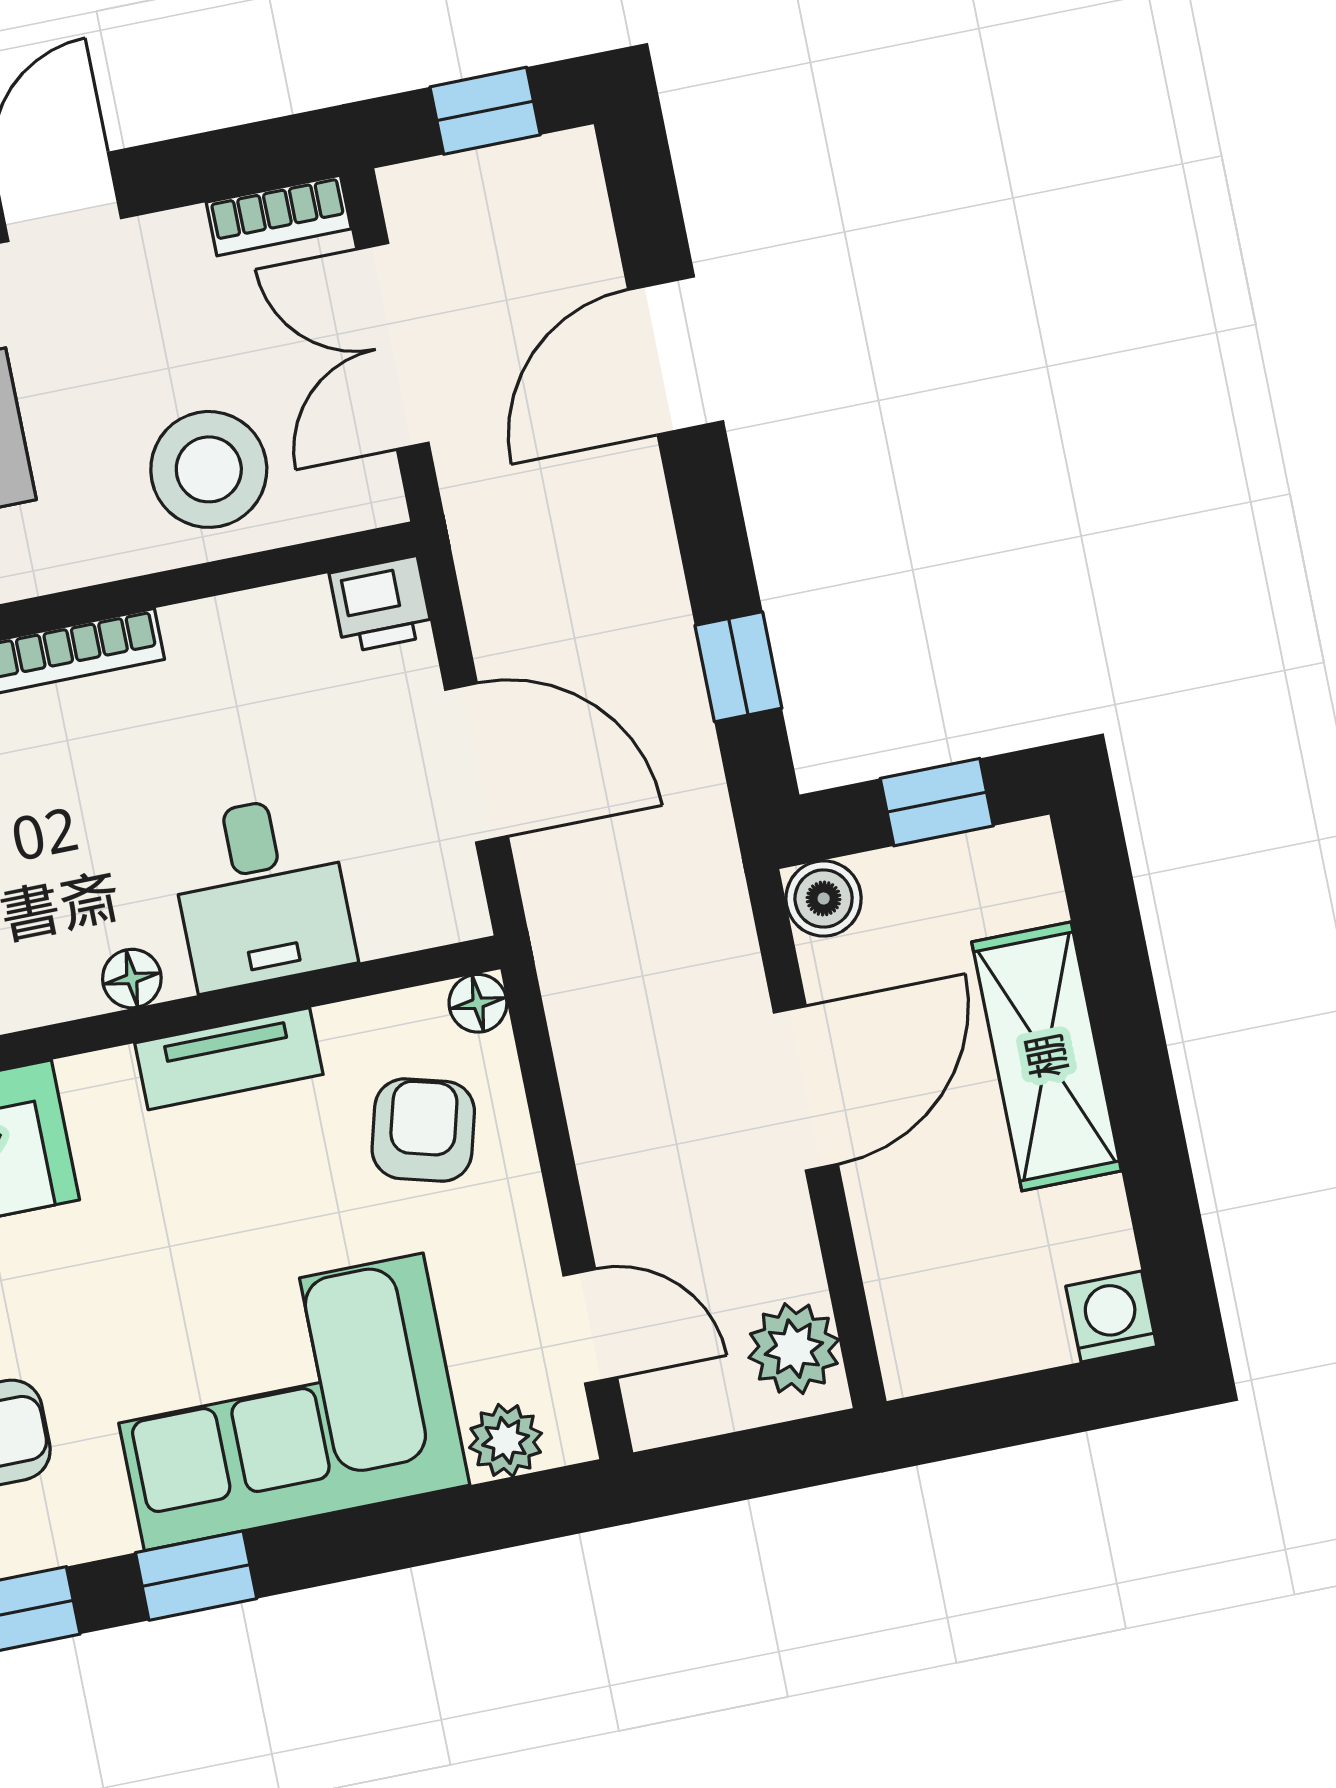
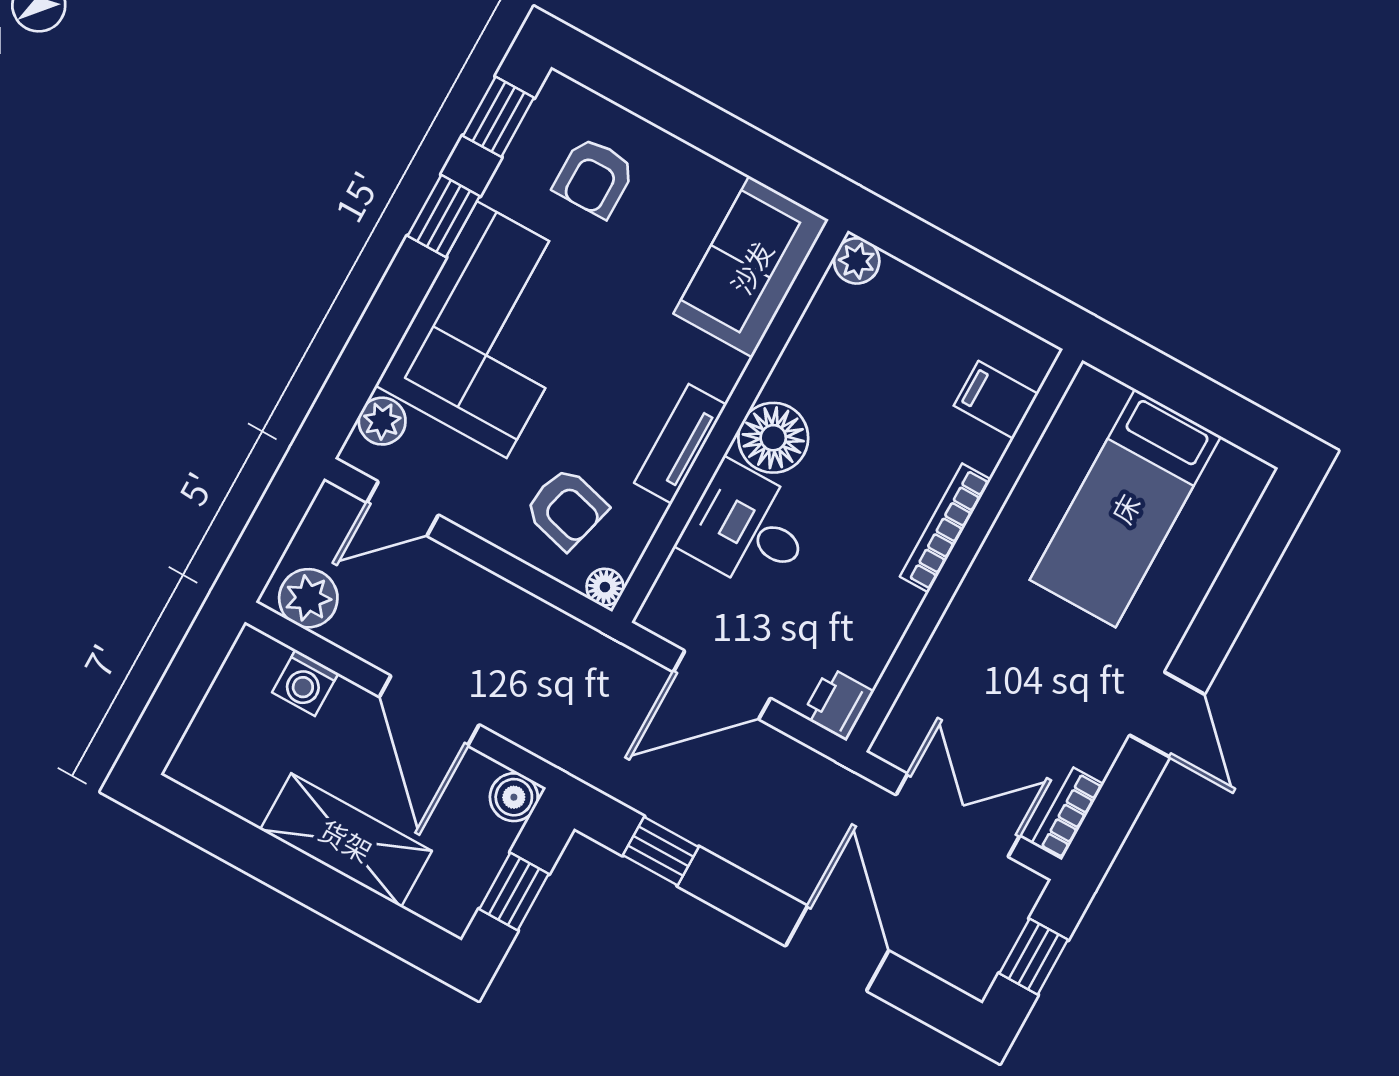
stool: (209, 469) -> (973, 676), removed
floor lamp: (132, 979) -> (773, 438), width x1.89, depth x1.89
washing machine: (1111, 1316) -> (305, 683), moved, turned 90

